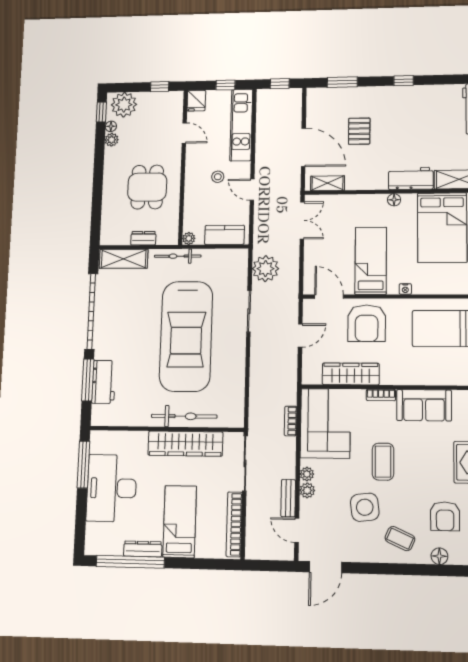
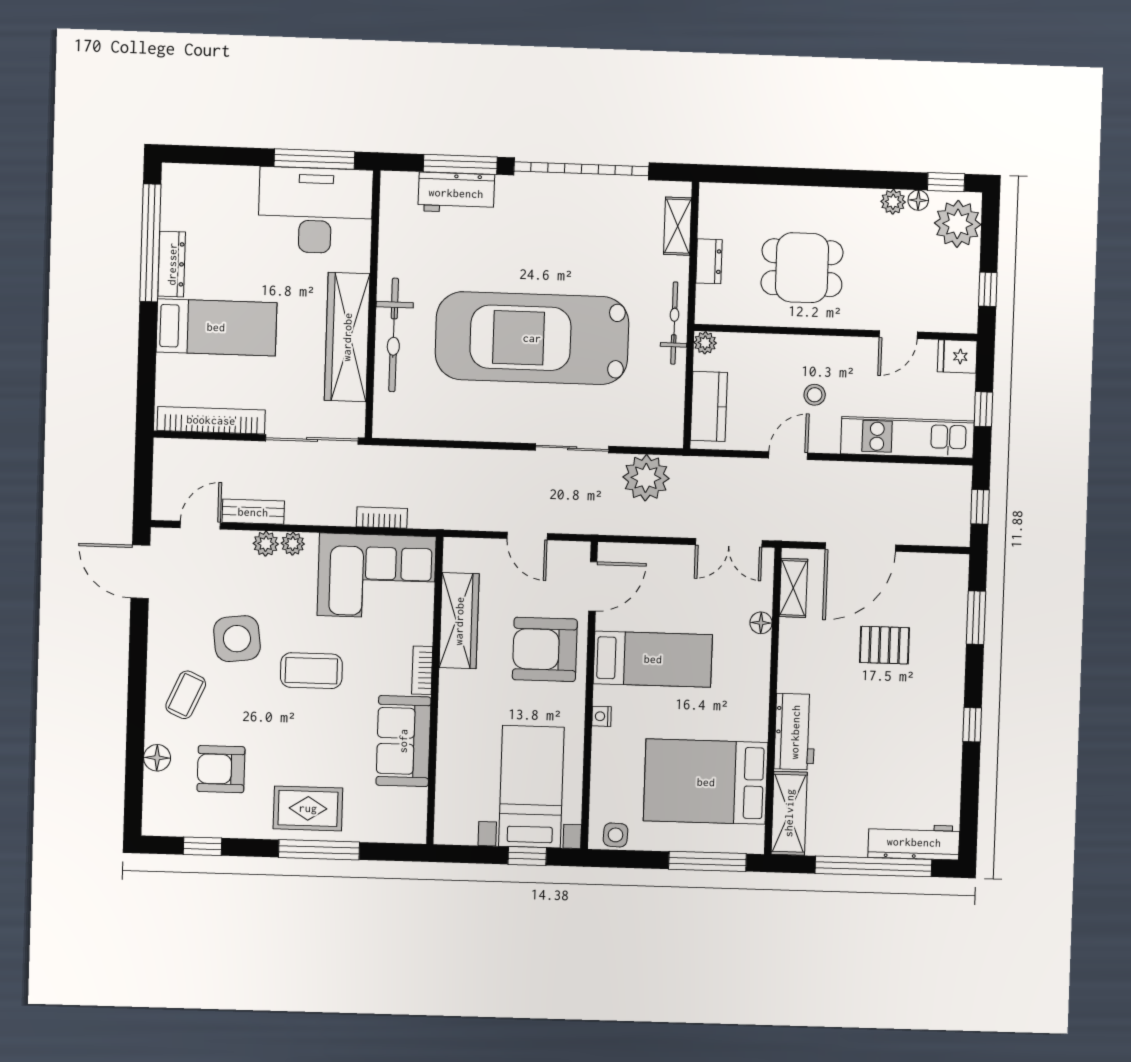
floor lamp: (394, 200) -> (761, 623), moved
shelving: (124, 259) -> (678, 226), width x0.67, depth x0.75
desk: (112, 488) -> (315, 210), moved

